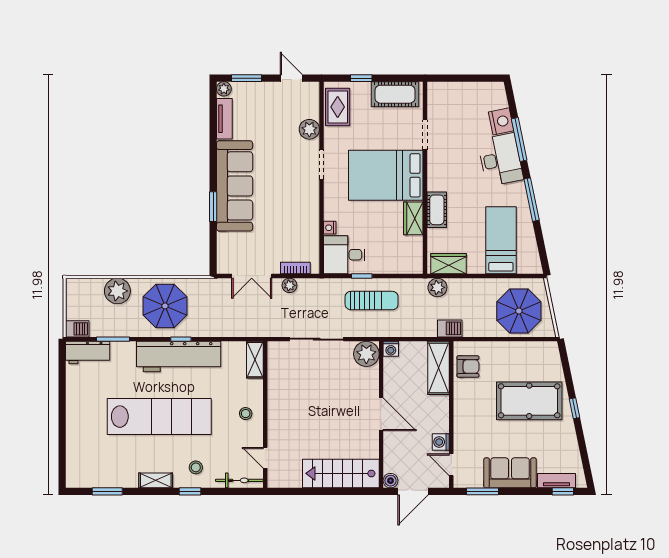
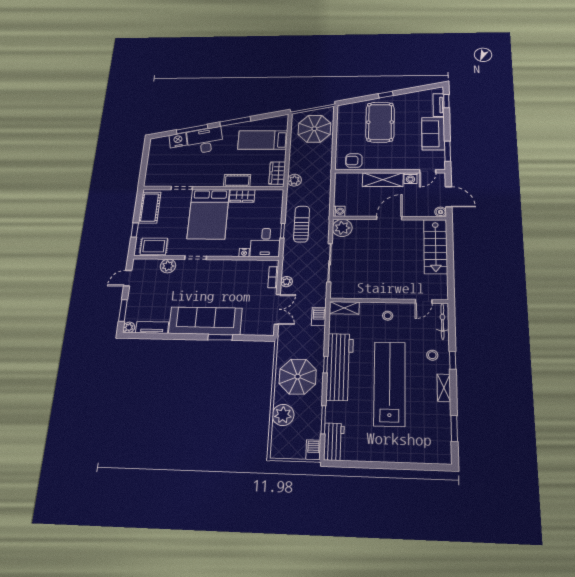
barbecue: (450, 328) -> (319, 317), moved
armchair: (468, 367) -> (354, 161), turned -90
shelving: (439, 368) -> (383, 180), moved

